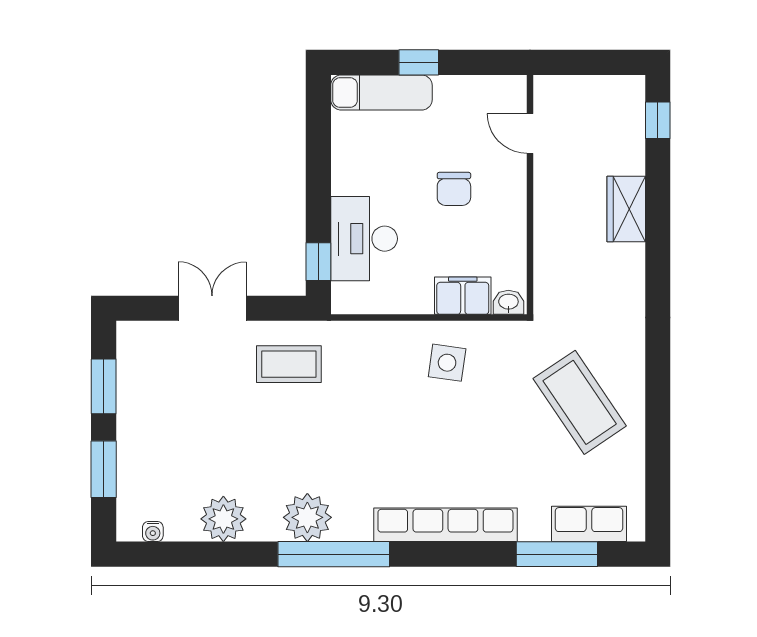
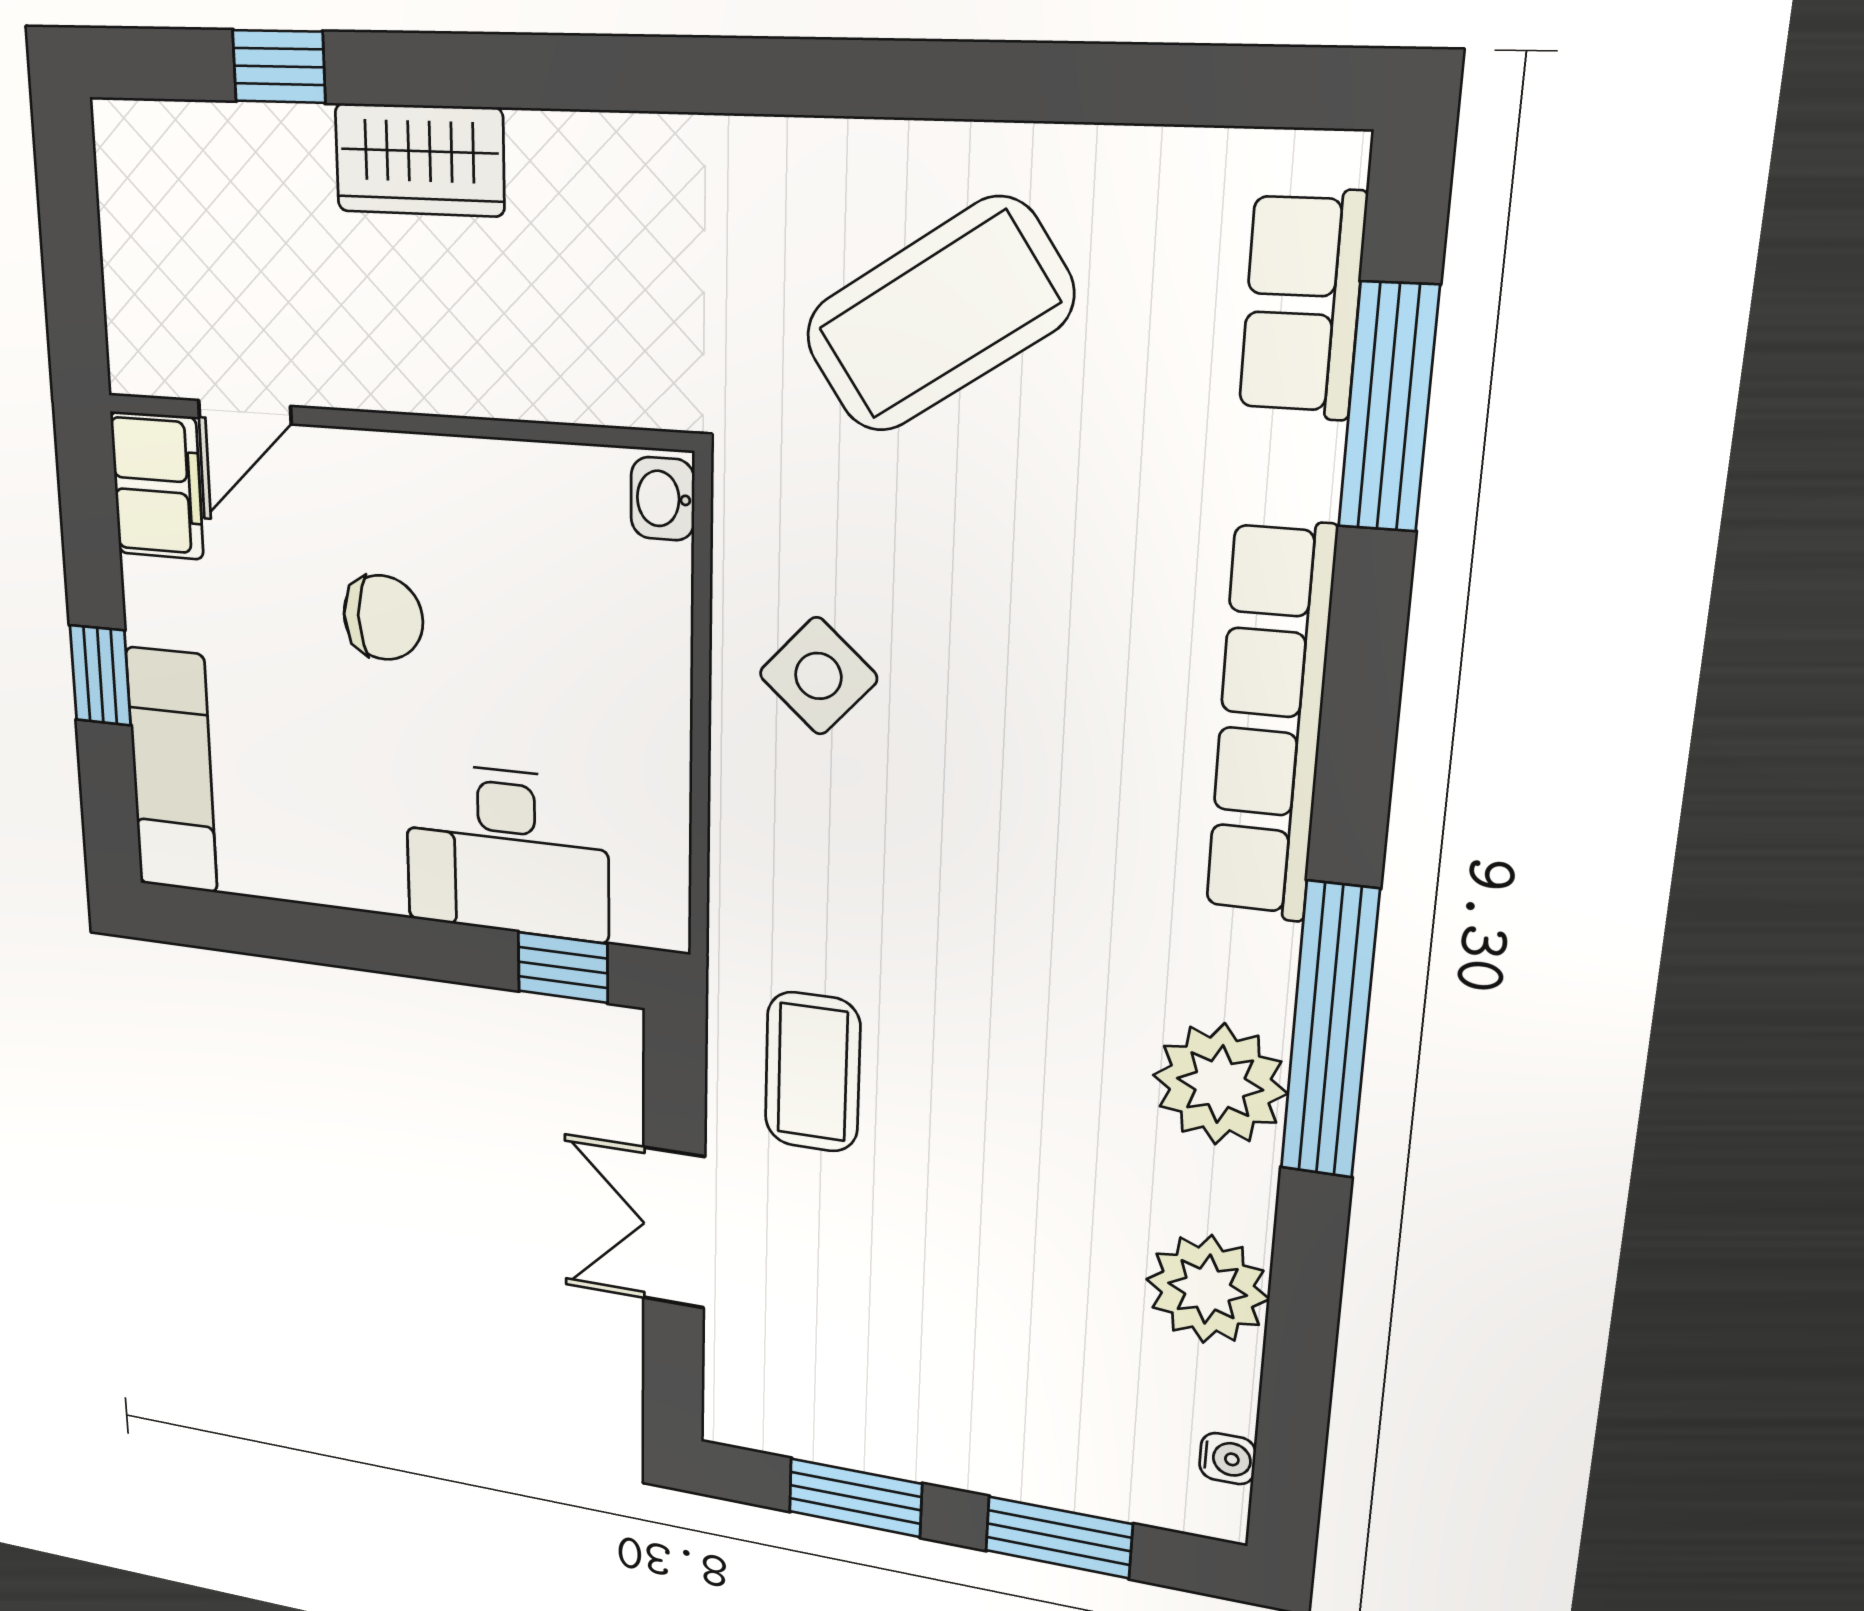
window: (658, 120) -> (279, 66), moved
filing cabinet: (463, 296) -> (157, 486), moved, turned 180
side table: (447, 363) -> (818, 676), turned 34

